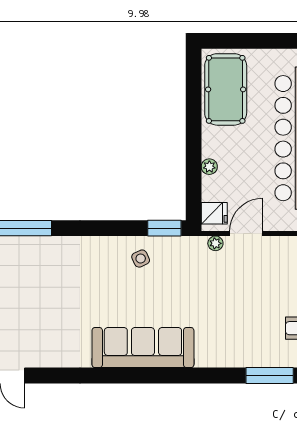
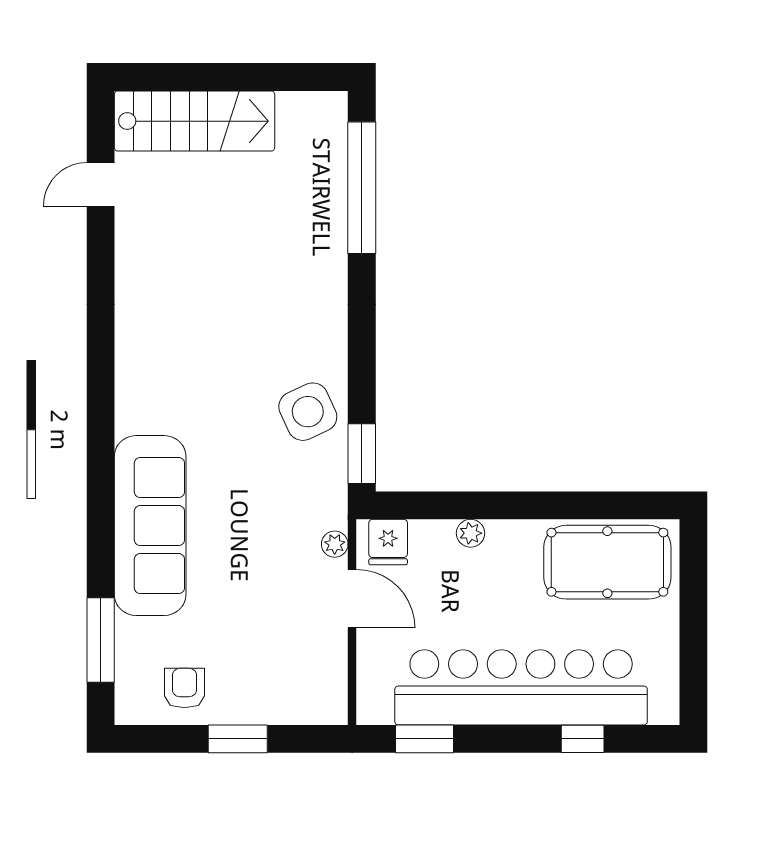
side table: (141, 259) -> (308, 412), width x1.87, depth x1.87
sofa: (143, 348) -> (150, 526), moved

